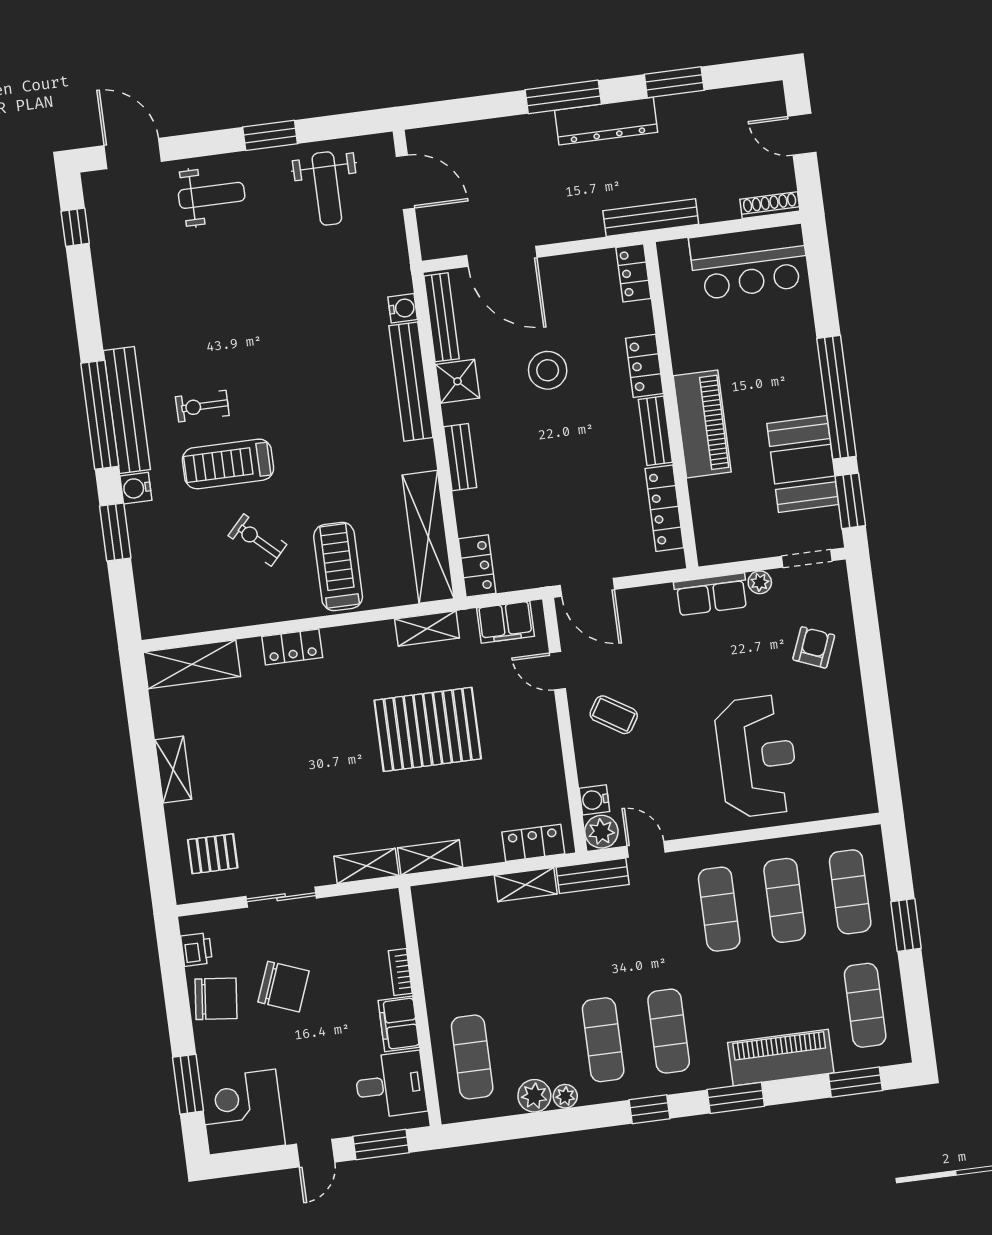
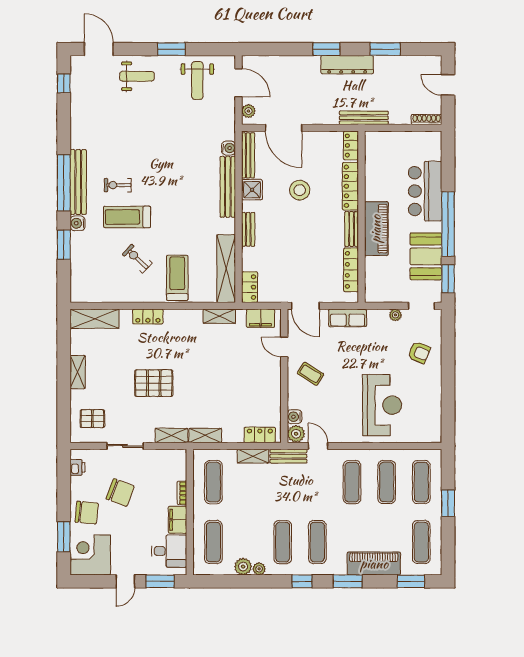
window: (563, 97) -> (327, 49), width x0.69
plant: (431, 233) -> (248, 111), added
bar counter: (749, 262) -> (425, 191), moved, turned 90
locker: (644, 366) -> (350, 186), width x1.53
row of seats: (711, 594) -> (348, 318), moved
armchair: (814, 647) -> (419, 352), turned 91
pallet: (428, 729) -> (154, 383), moved, width x0.73, depth x0.71
exercise mat: (457, 944) -> (213, 482), added
chair: (216, 999) -> (87, 513), moved

